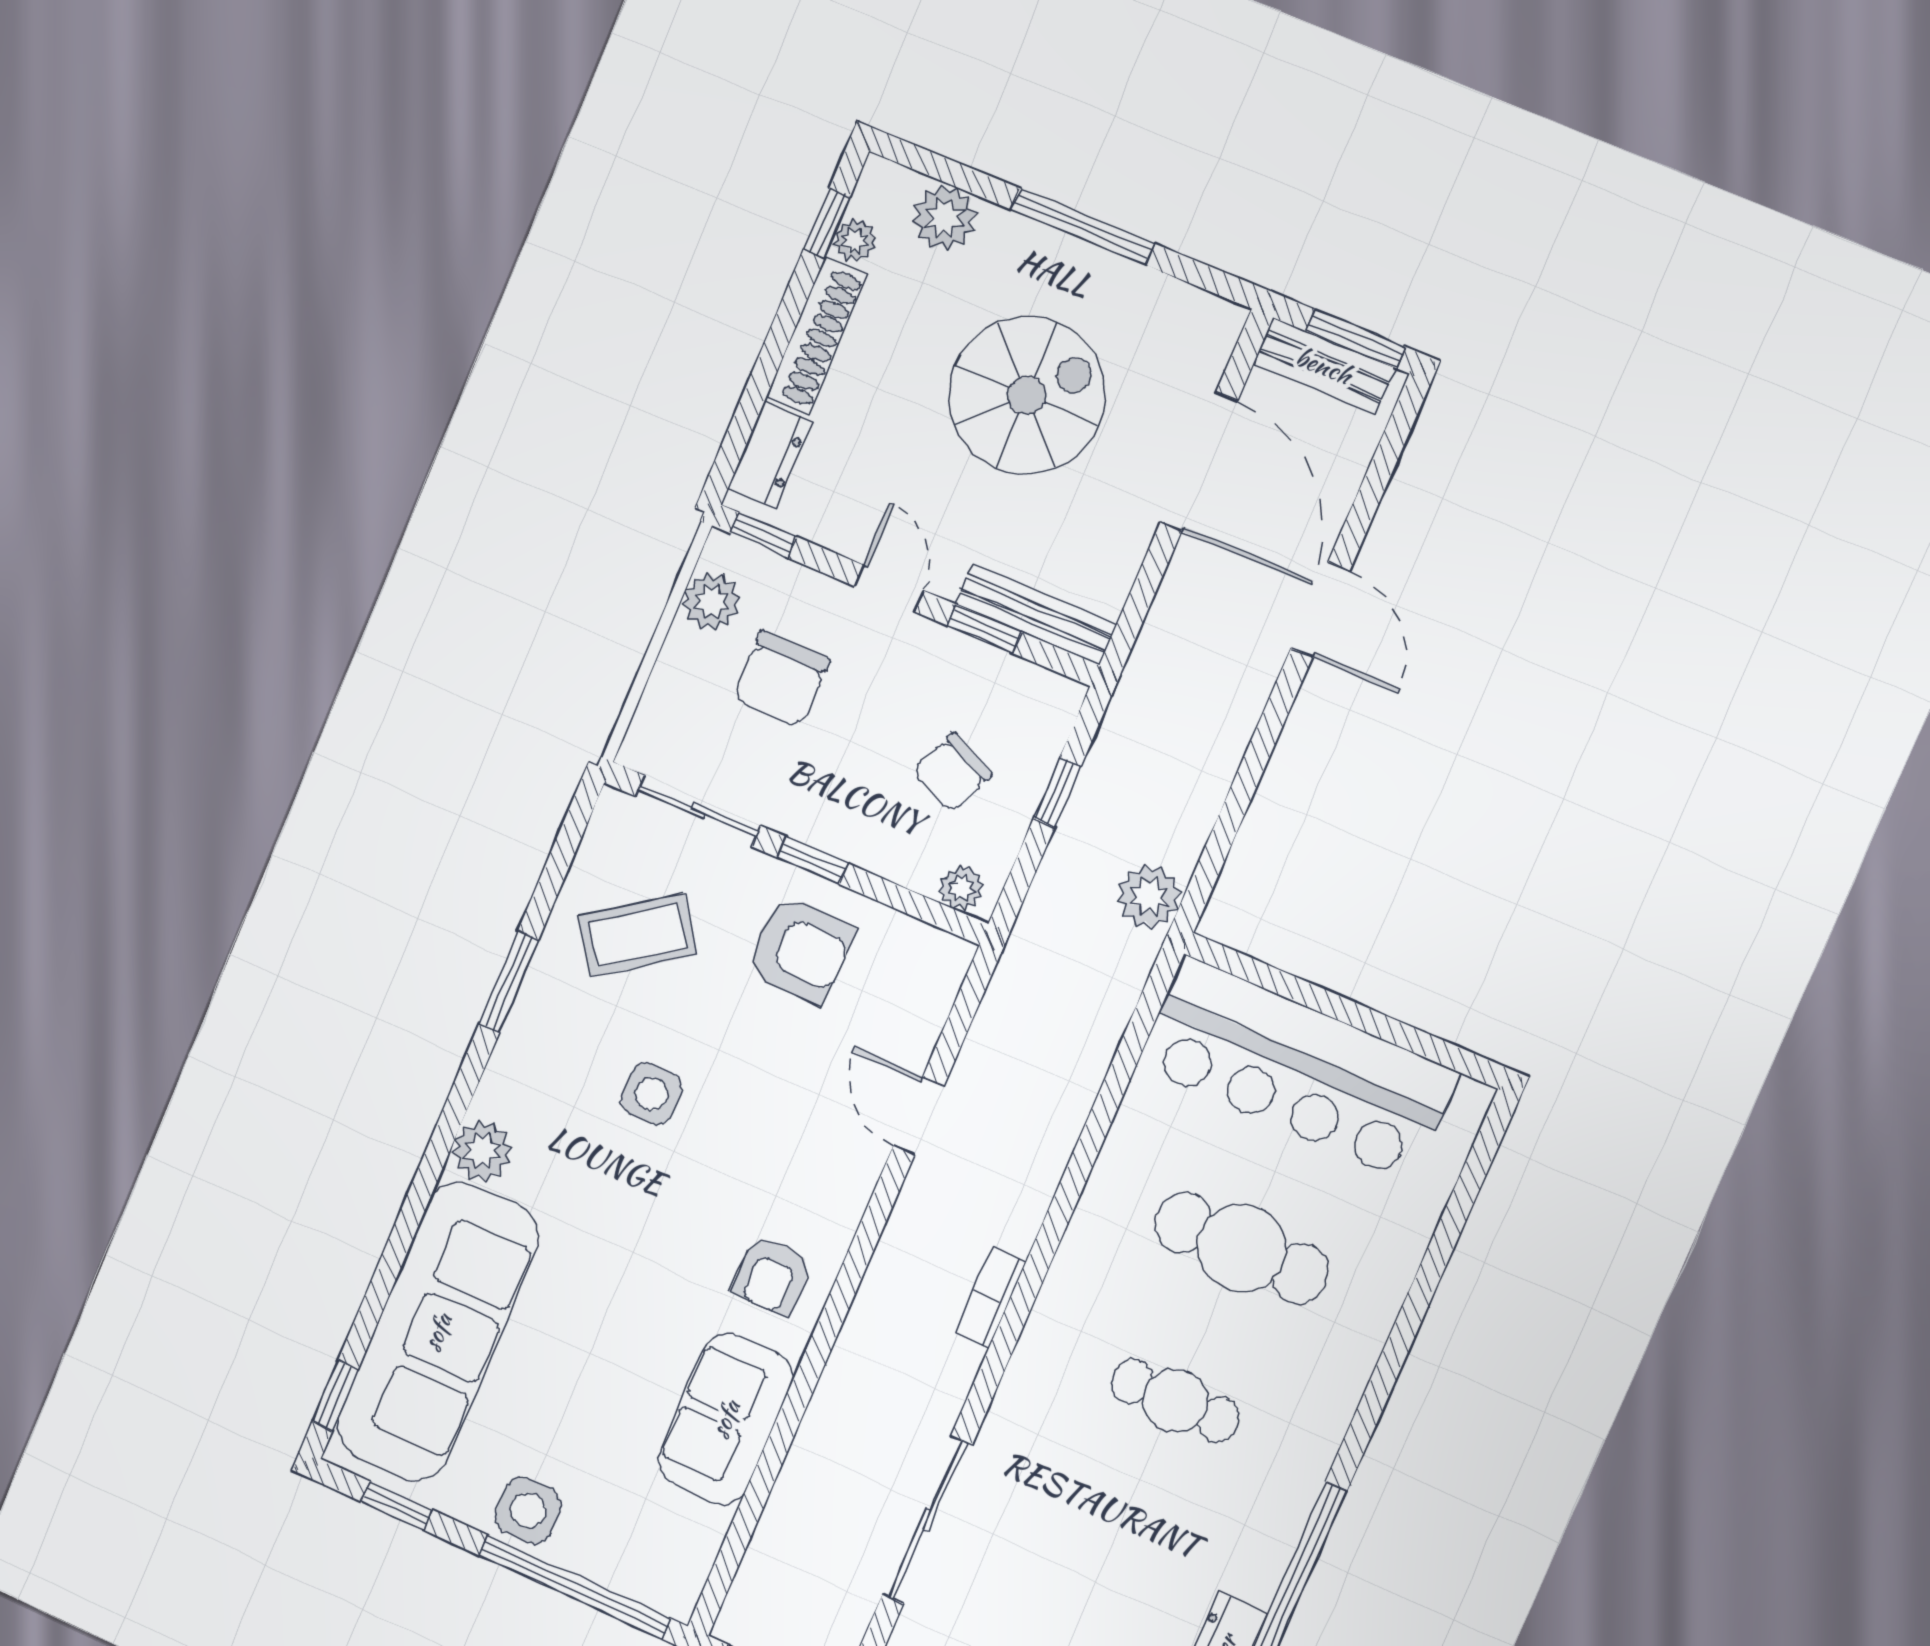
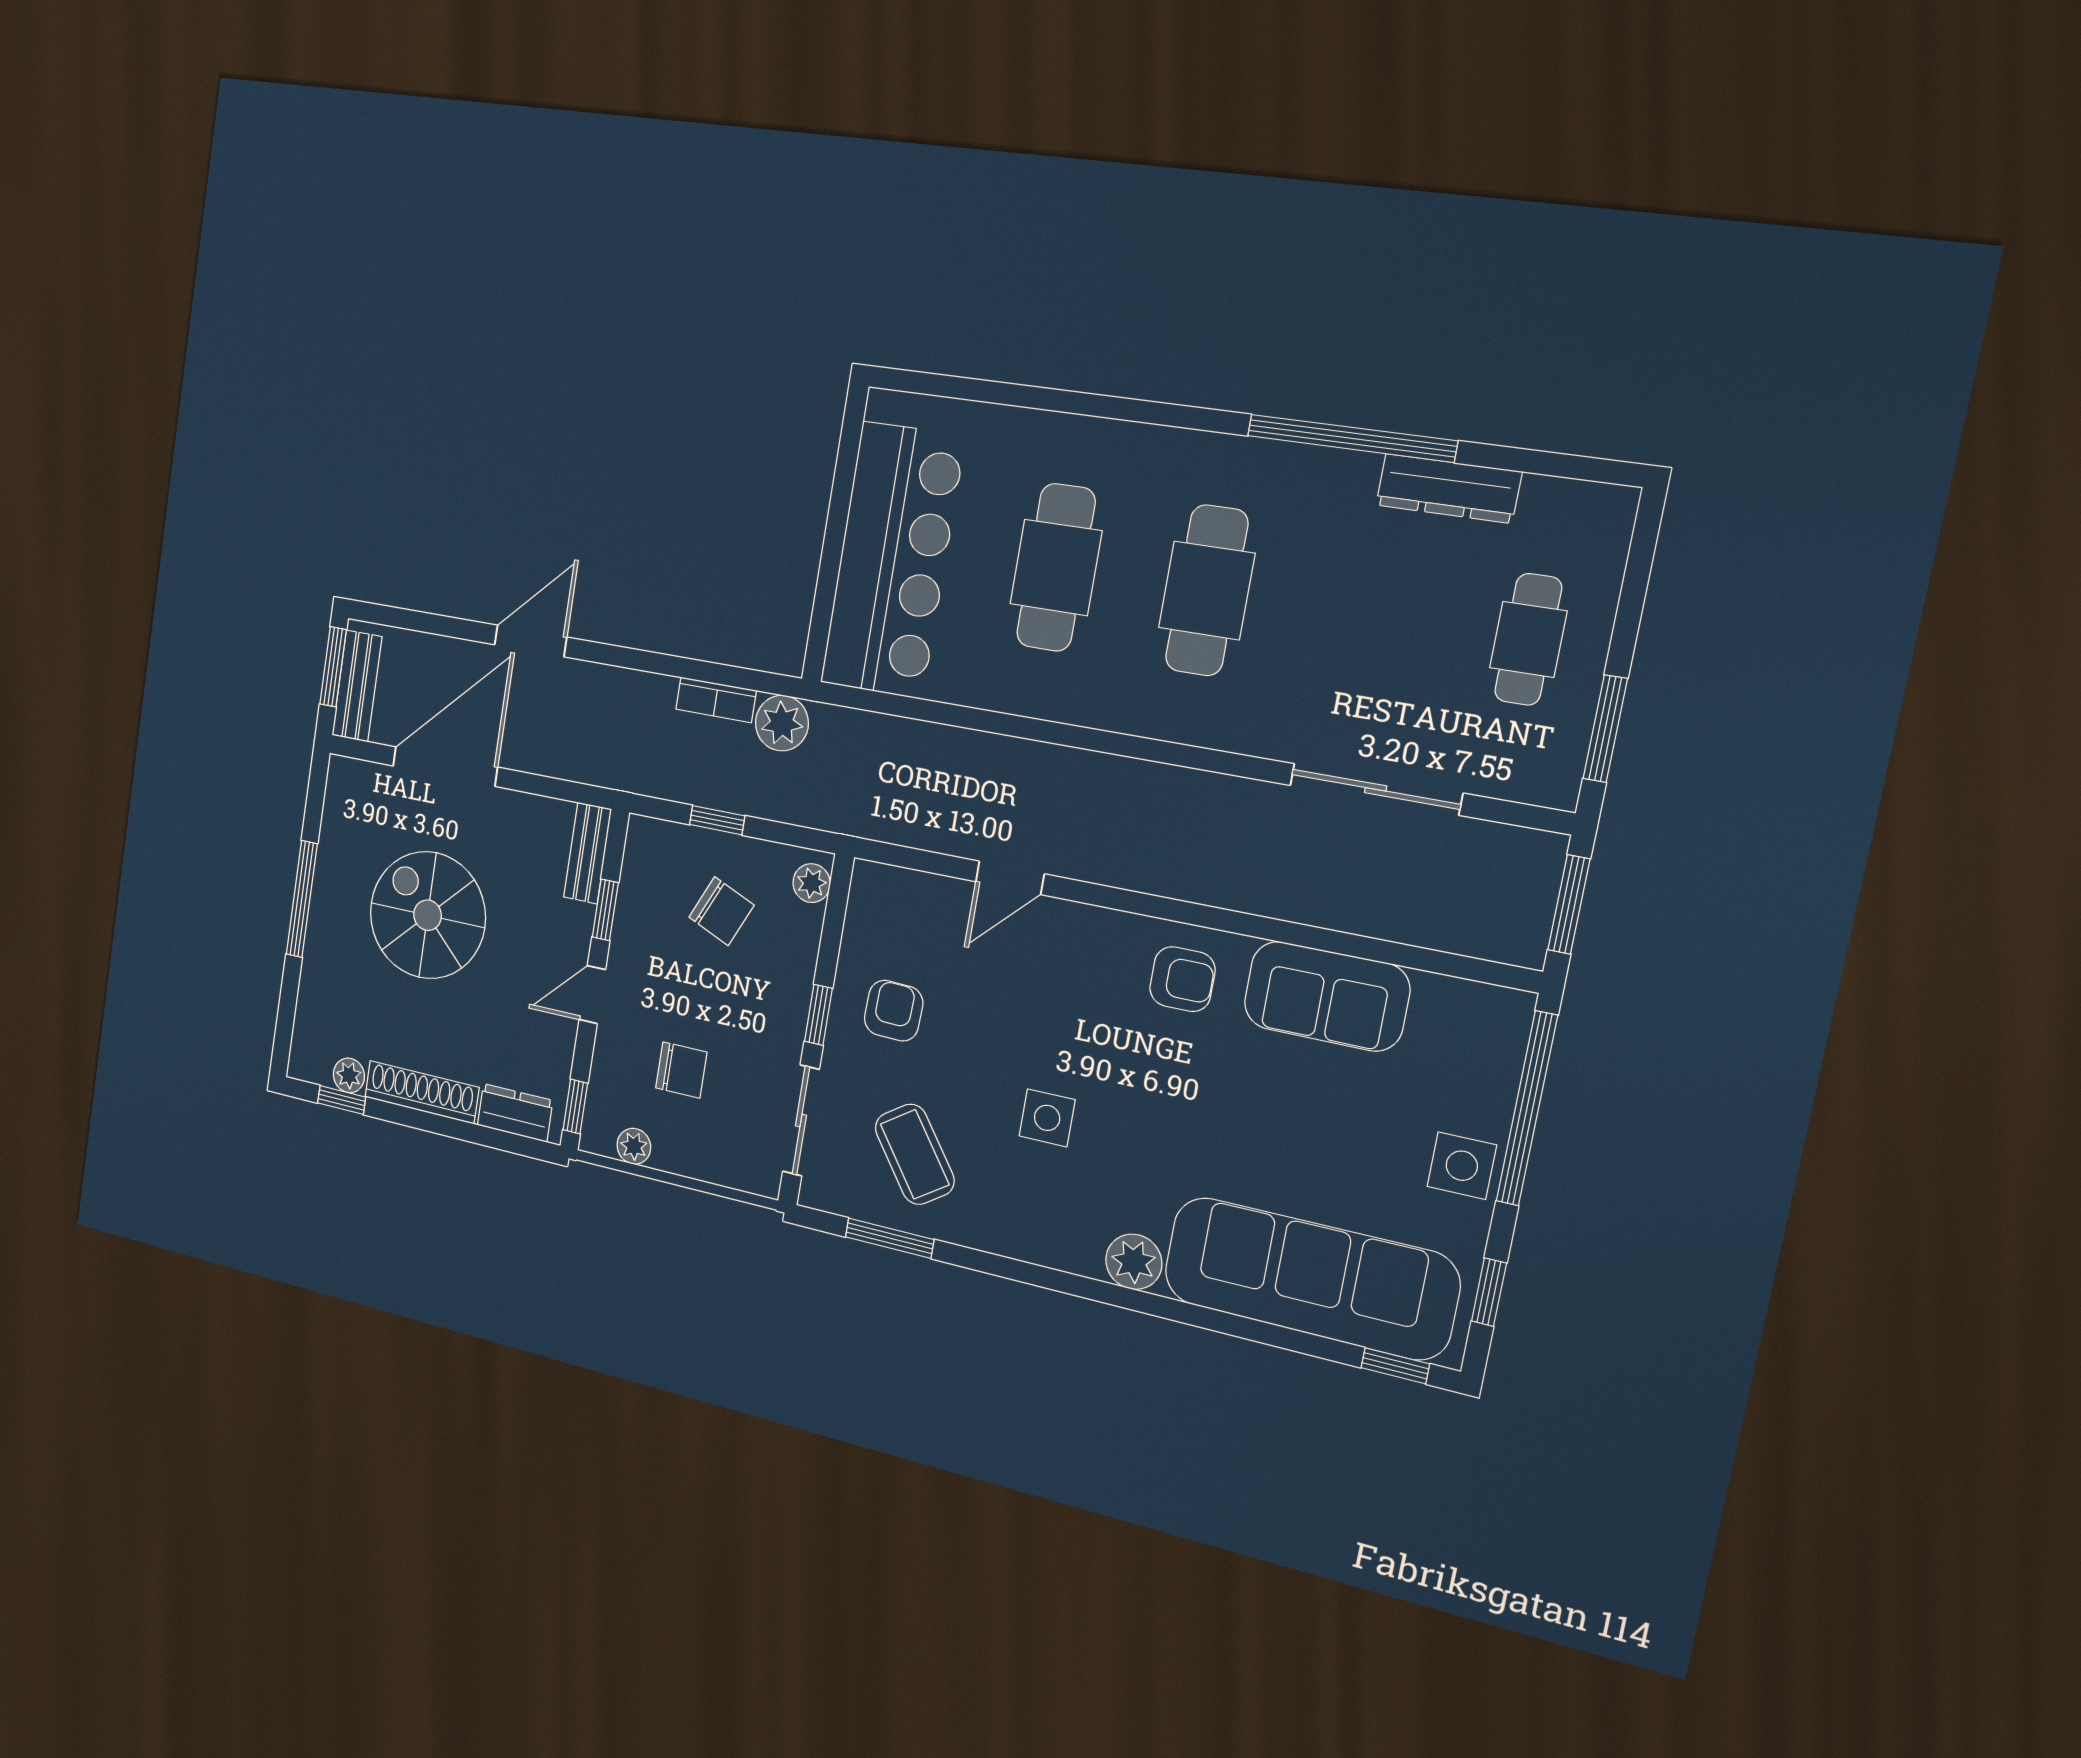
plant: (945, 218) -> (319, 1008), removed
plant: (712, 602) -> (634, 1146), width x0.73, depth x0.73
bench: (1036, 614) -> (588, 853), width x0.73
chair: (781, 679) -> (681, 1070), width x0.73, depth x0.73
armchair: (800, 949) -> (894, 1011), width x0.72, depth x0.72
window: (509, 982) -> (889, 1238), moved
bookcase: (990, 1297) -> (716, 700), moved
cafe table: (1175, 1400) -> (1207, 590), width x1.37, depth x1.35

